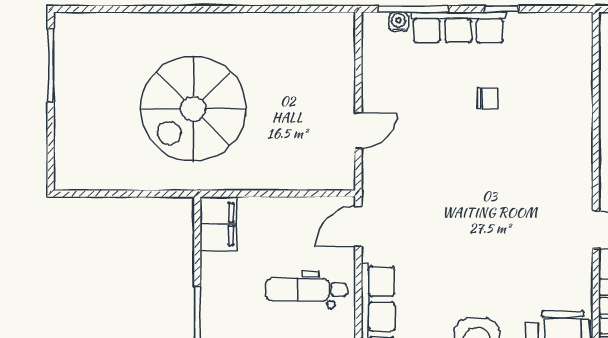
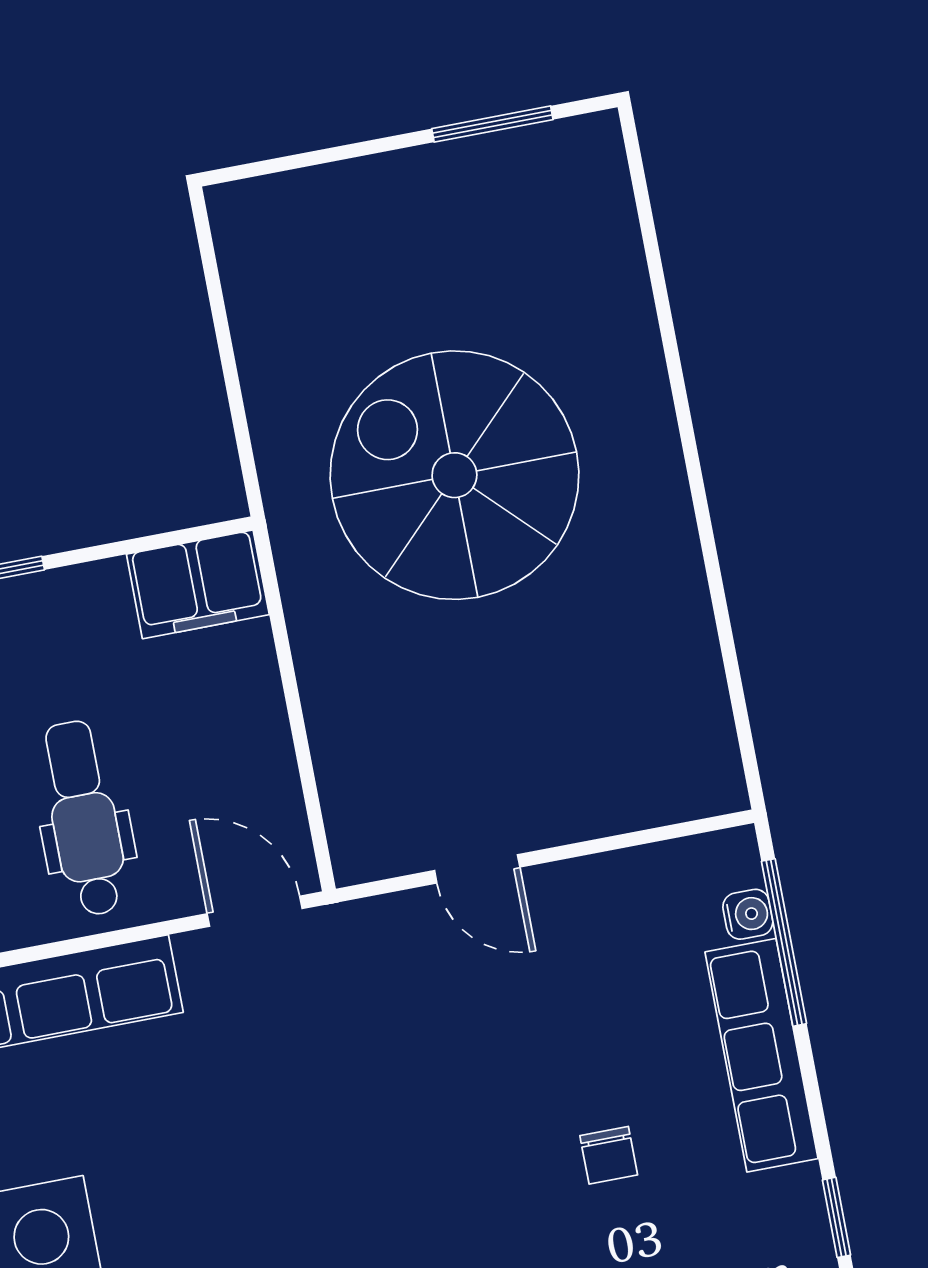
window: (502, 9) -> (837, 1217), moved
window: (51, 65) -> (492, 124), width x0.69

